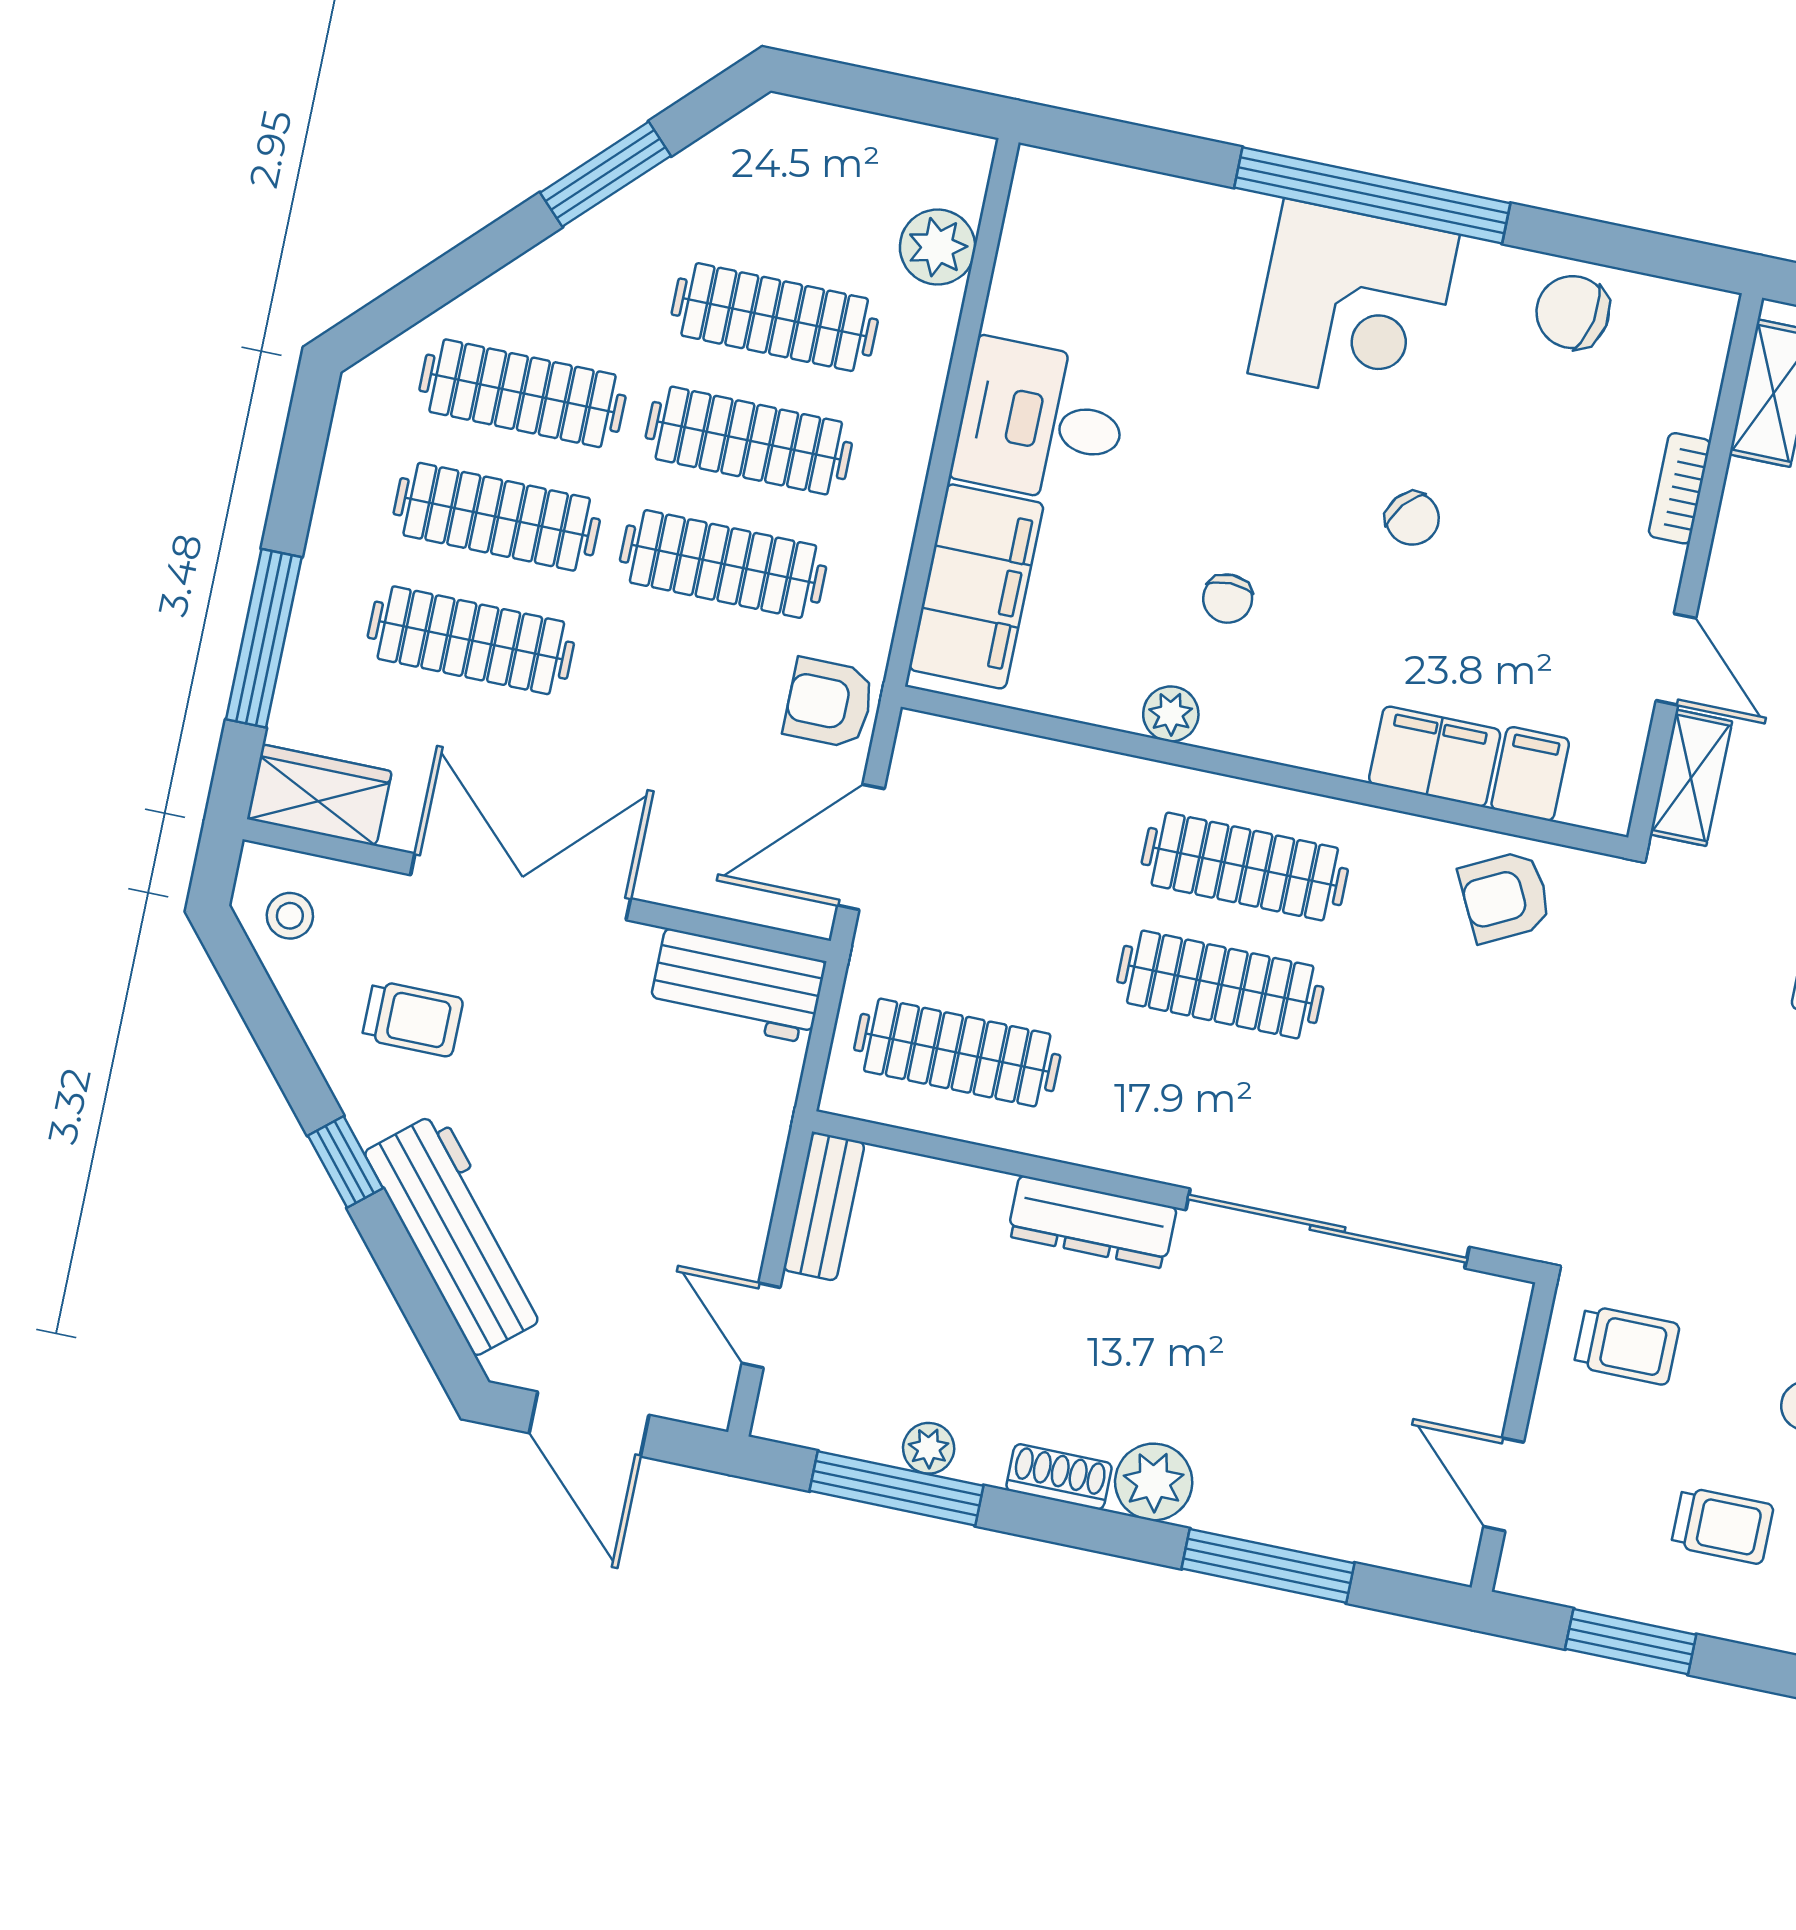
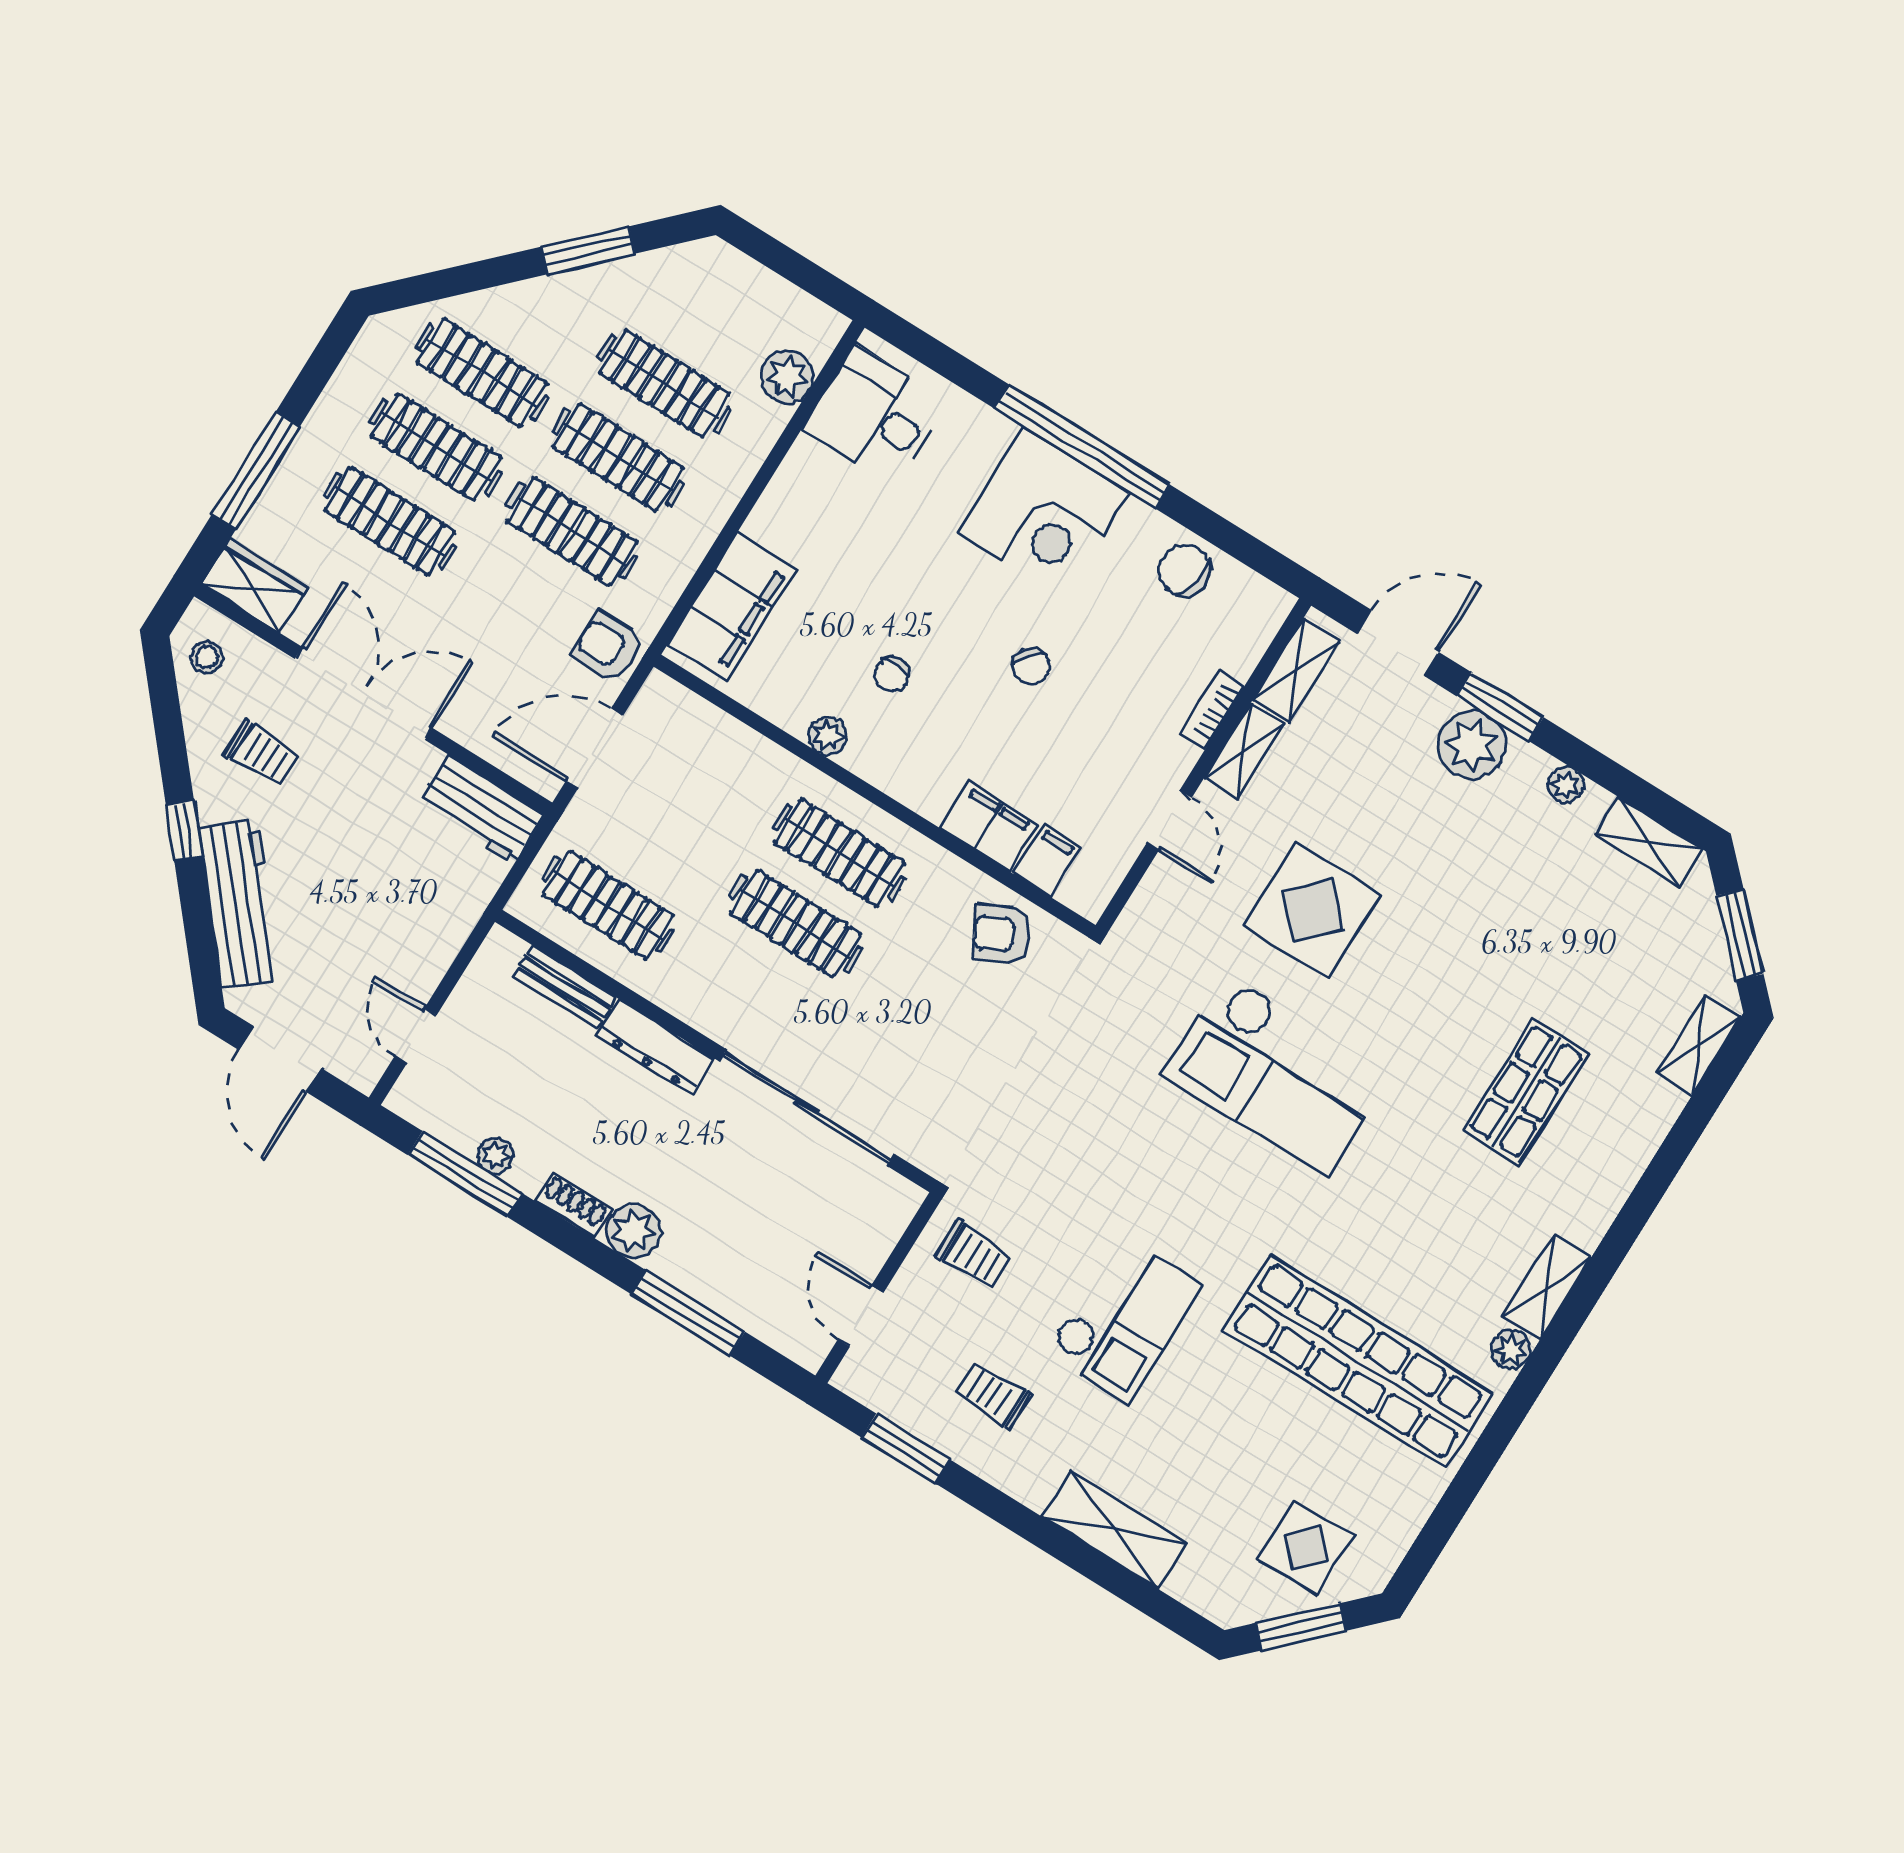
desk: (1041, 422) -> (875, 416), moved
shelving: (1691, 778) -> (1244, 751), moved
bench: (824, 1206) -> (565, 987), moved, turned 90
trolley: (1722, 1526) -> (993, 1395), turned 180

